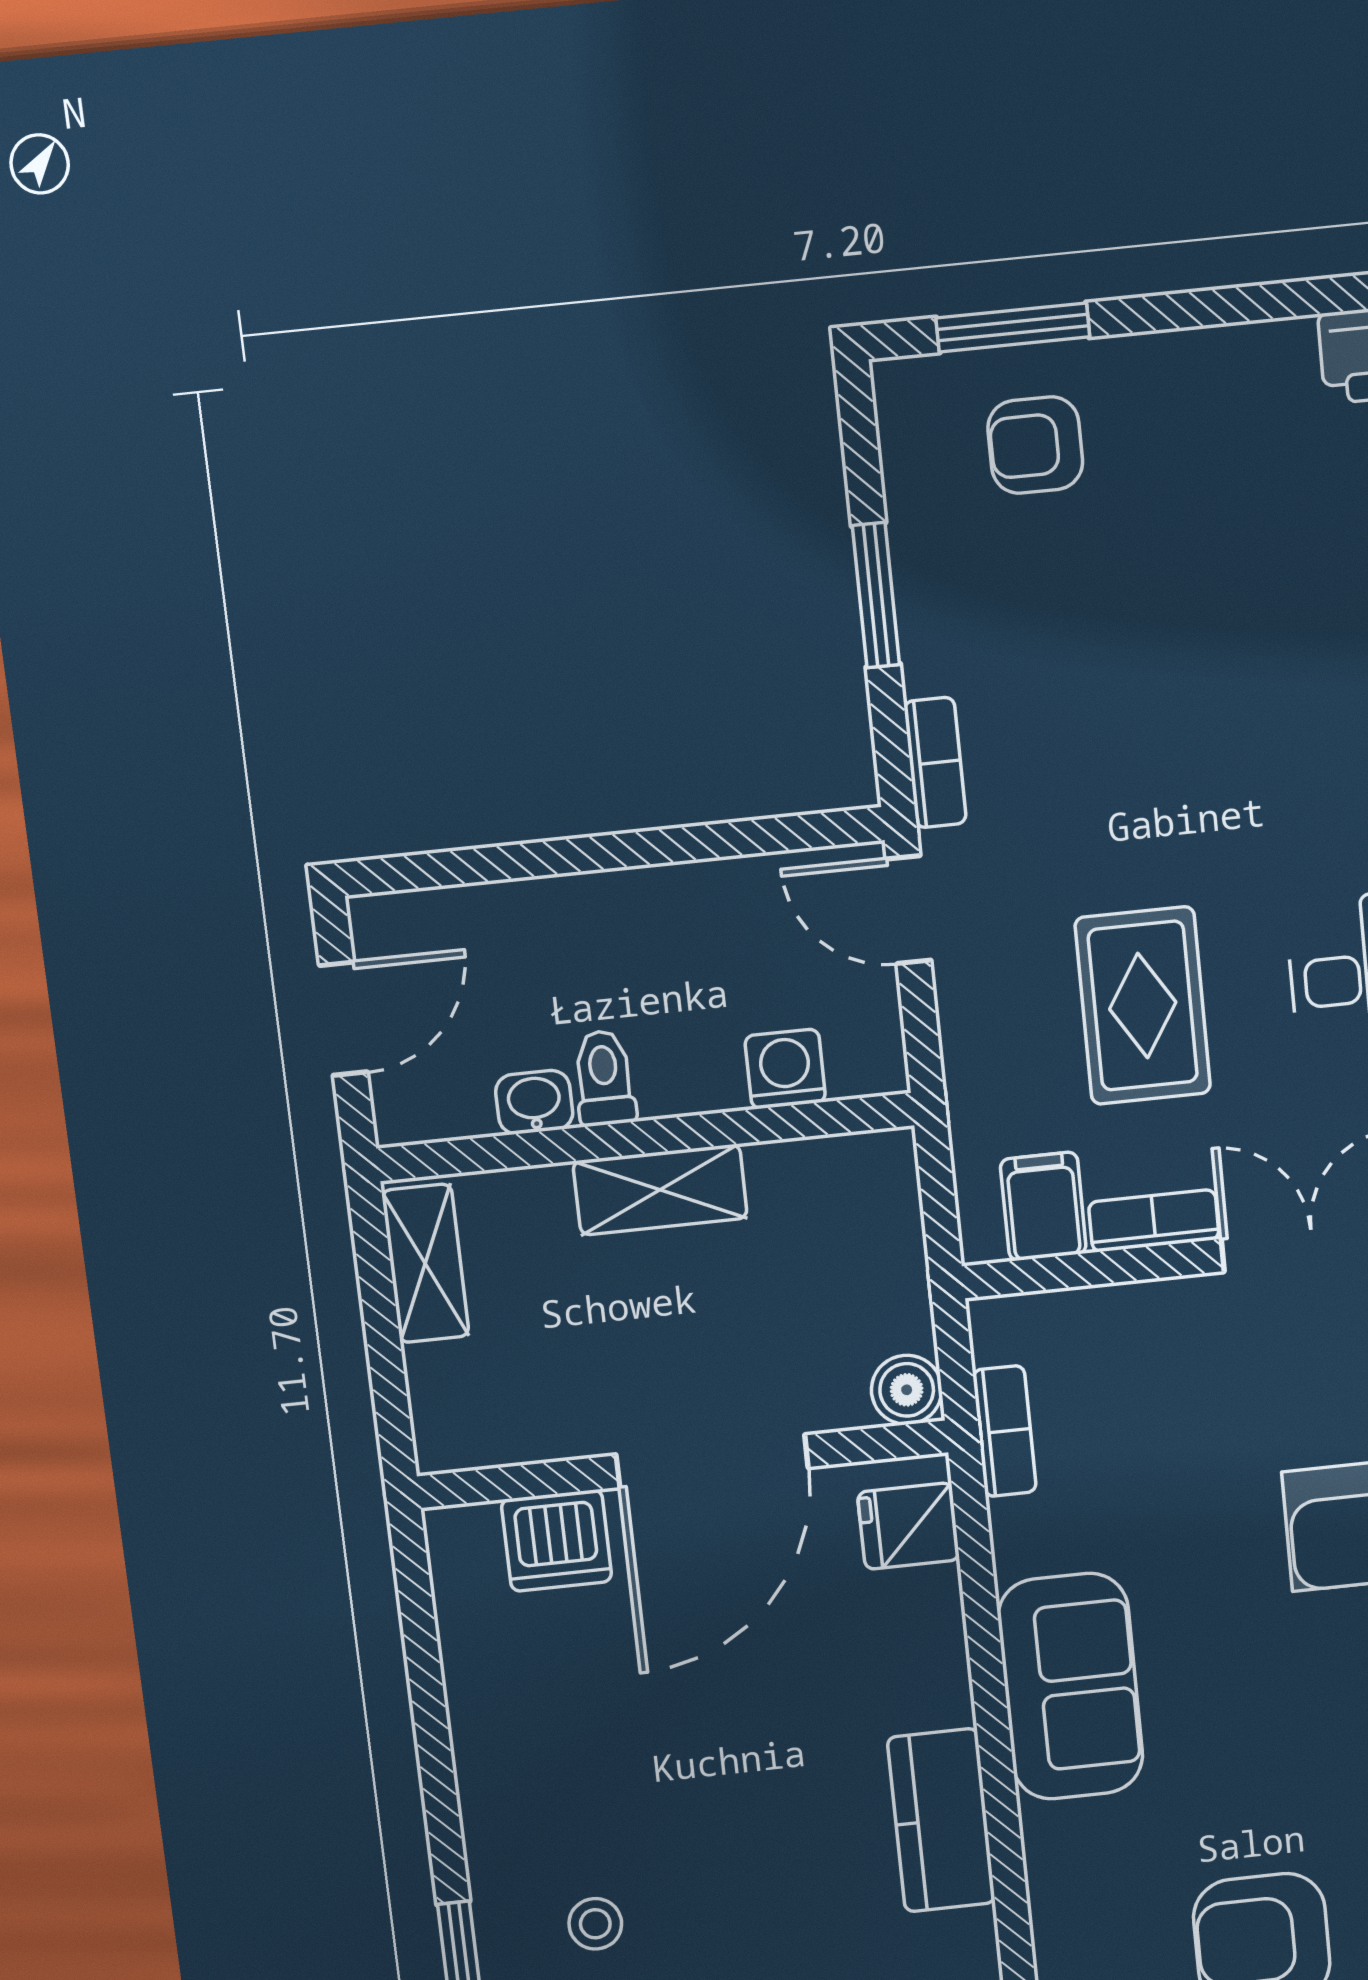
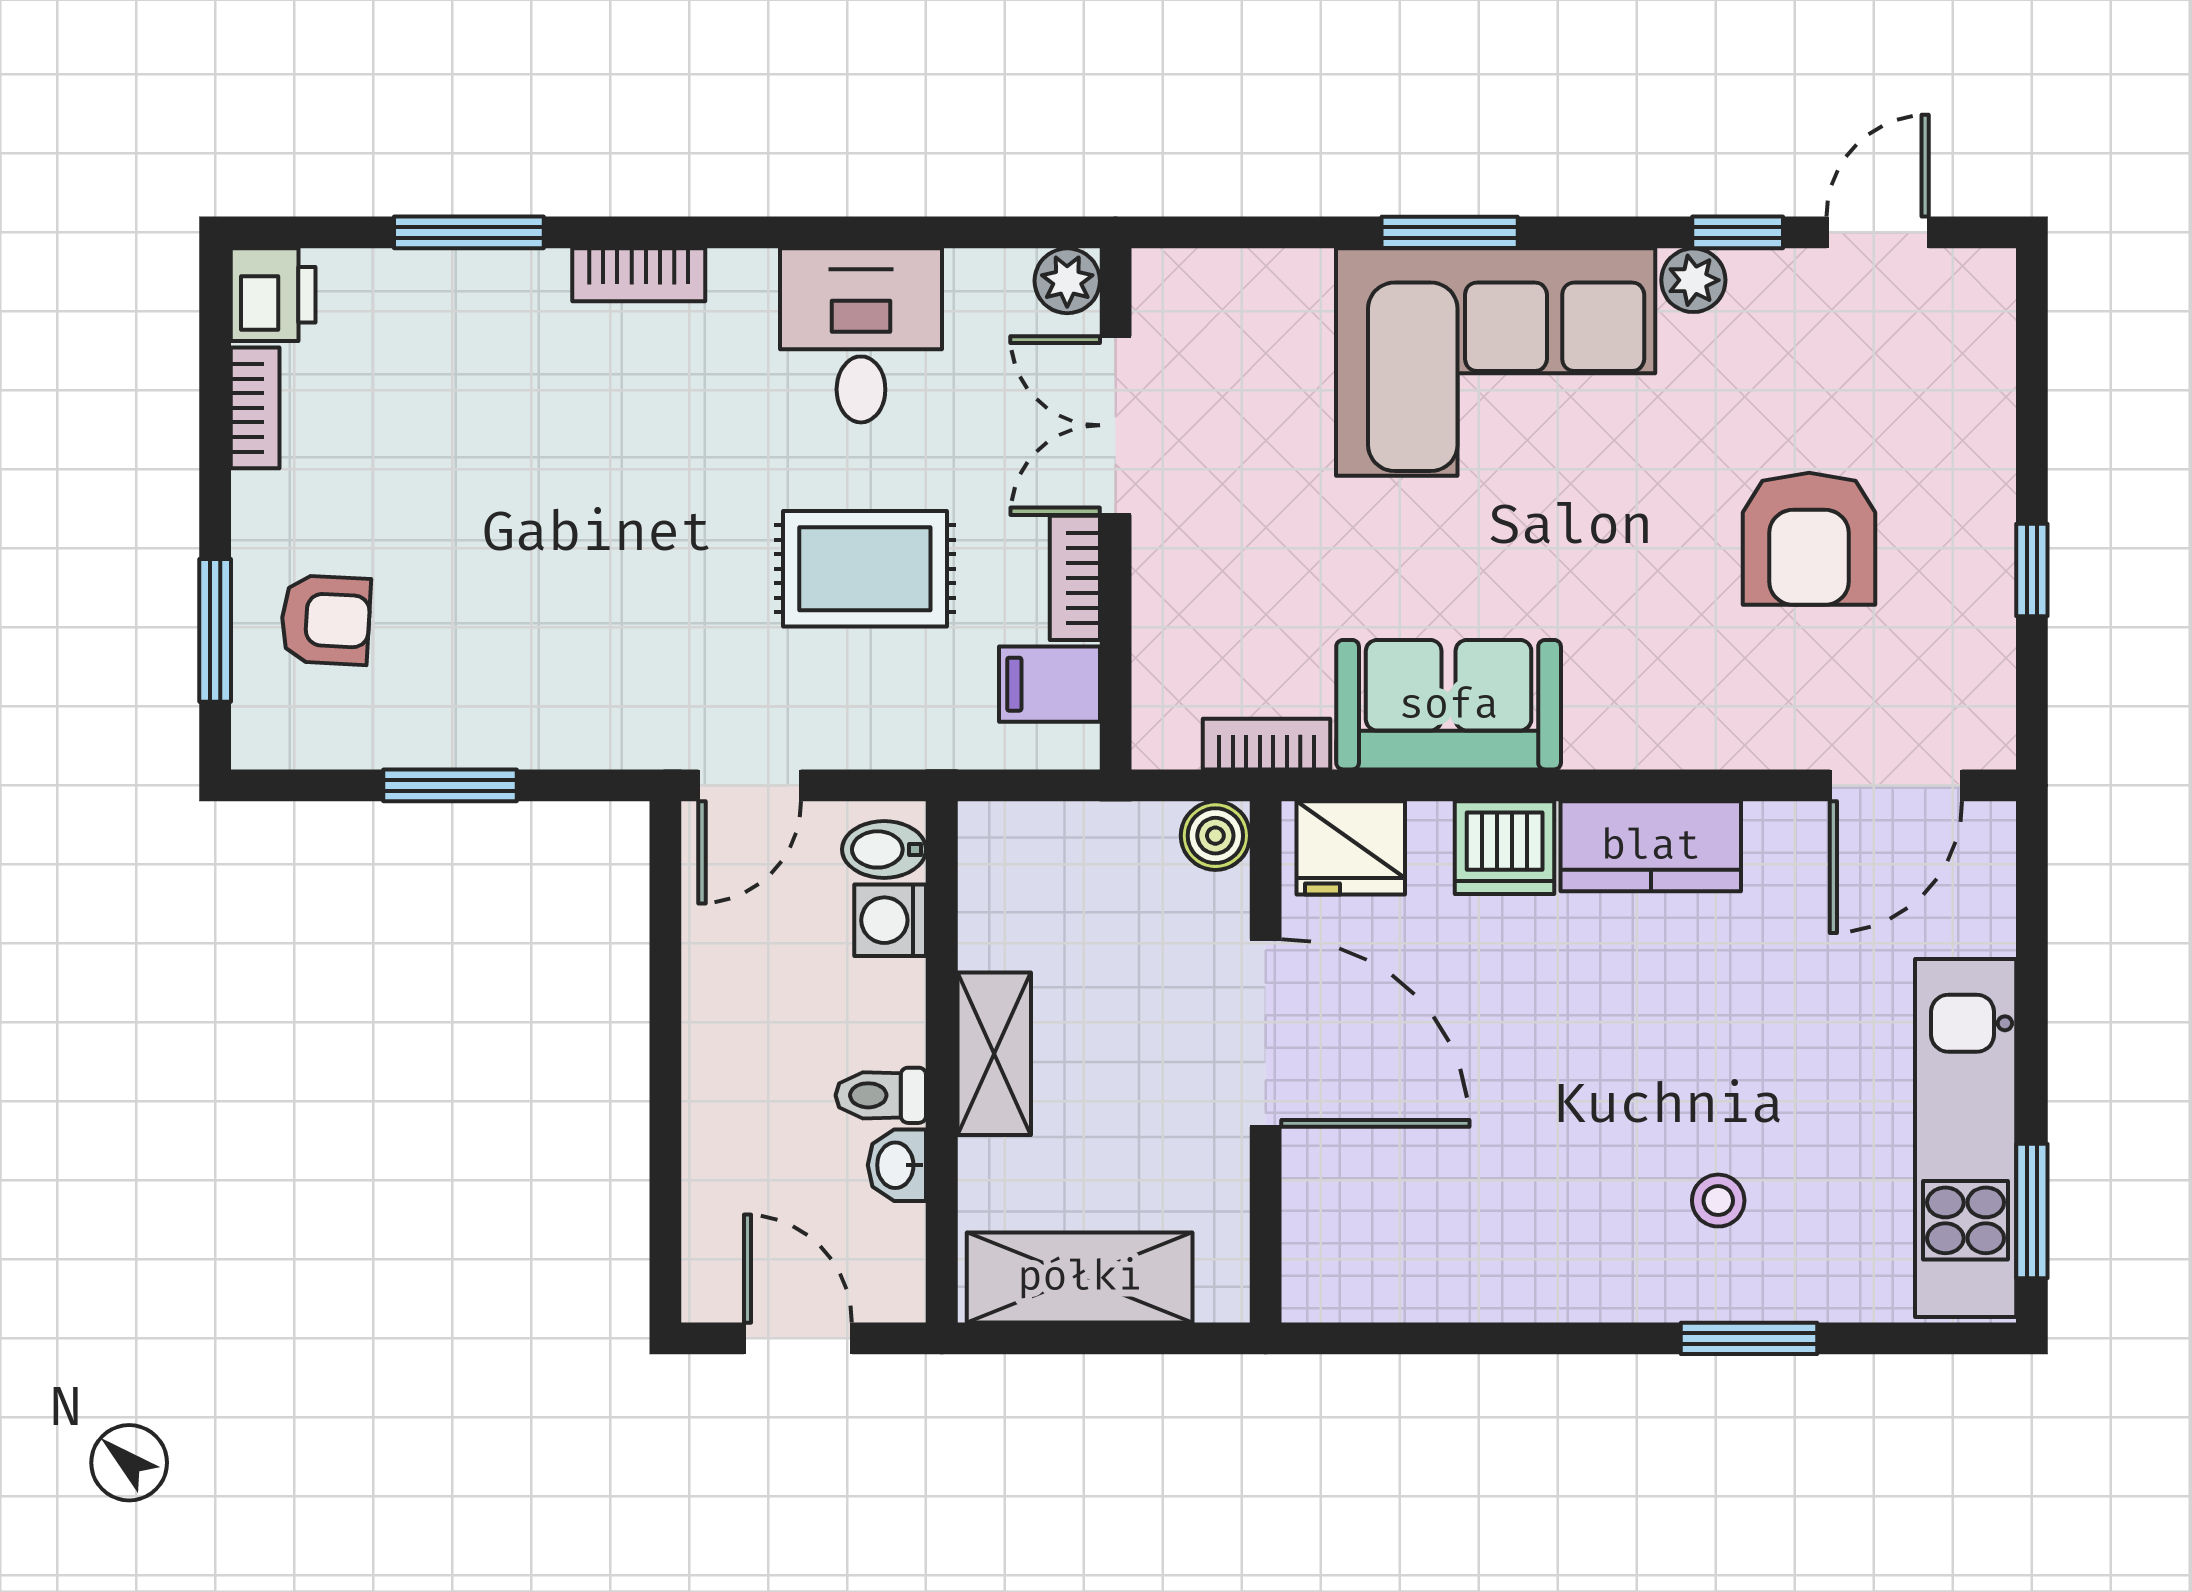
armchair: (1035, 445) -> (326, 620), turned -87
bookcase: (935, 763) -> (255, 408), moved, turned 90
bidet: (857, 1055) -> (884, 849), added
shelving: (425, 1263) -> (1080, 1277), width x1.50, depth x1.33
fridge: (909, 1526) -> (1351, 848), width x1.38
dishwasher: (557, 1541) -> (1505, 848), moved, turned 90
sofa: (1070, 1686) -> (1449, 705), moved

